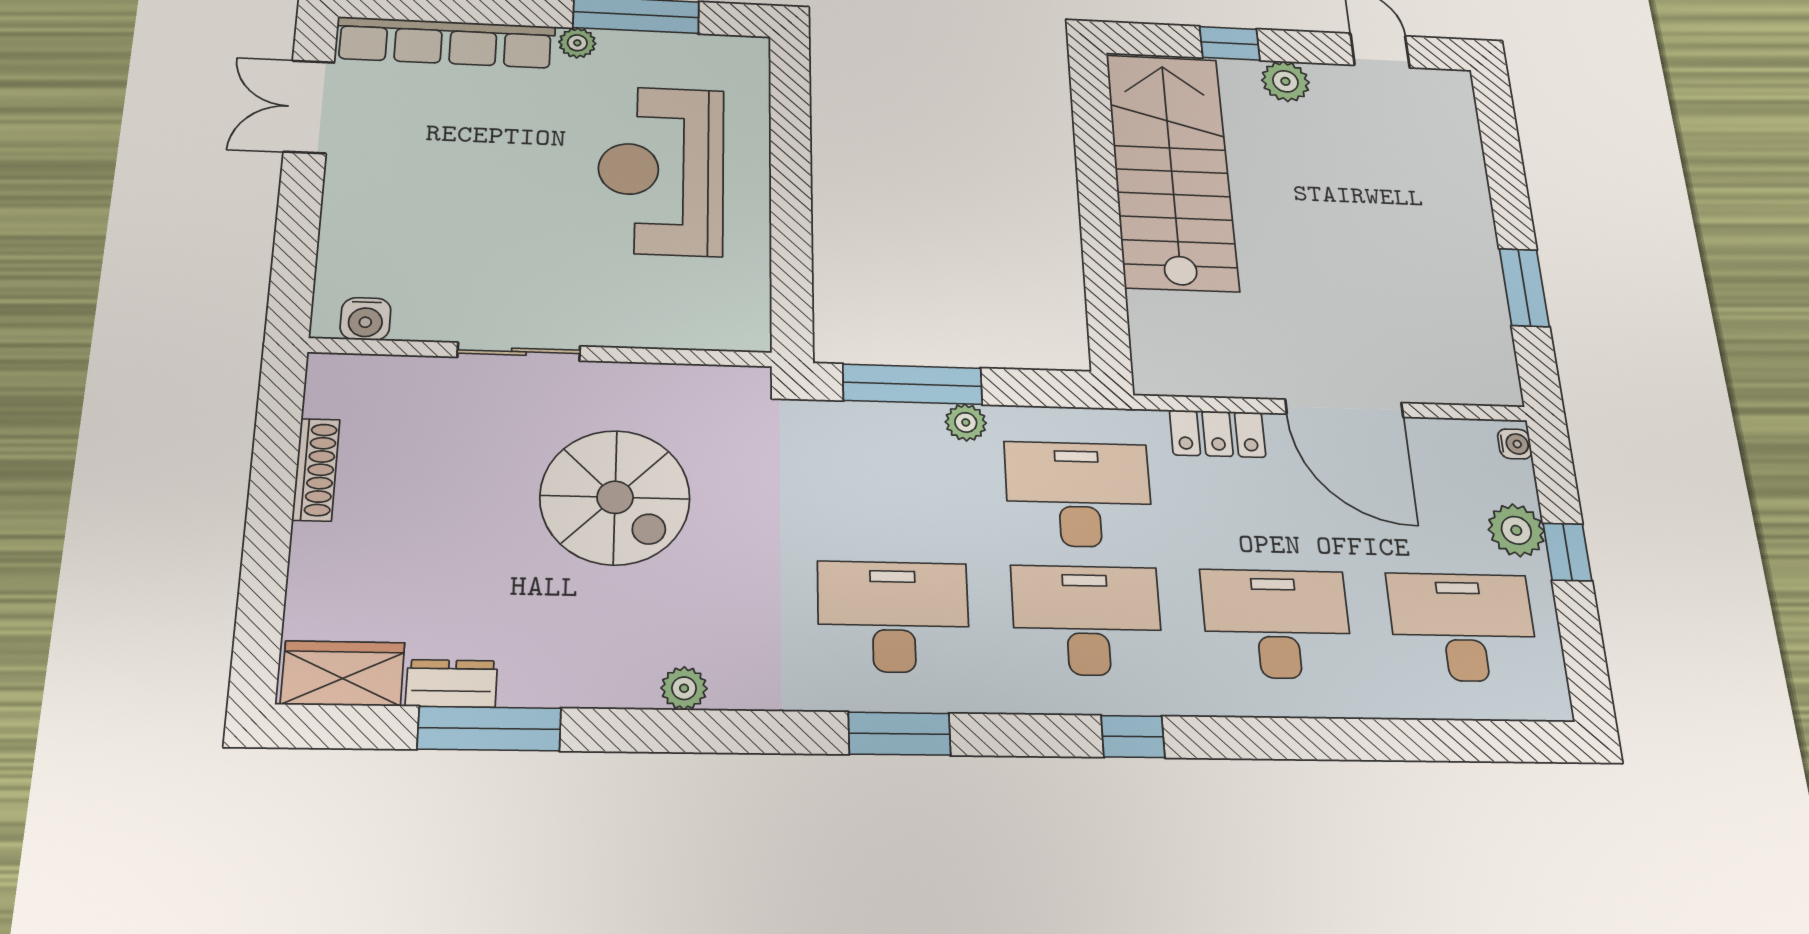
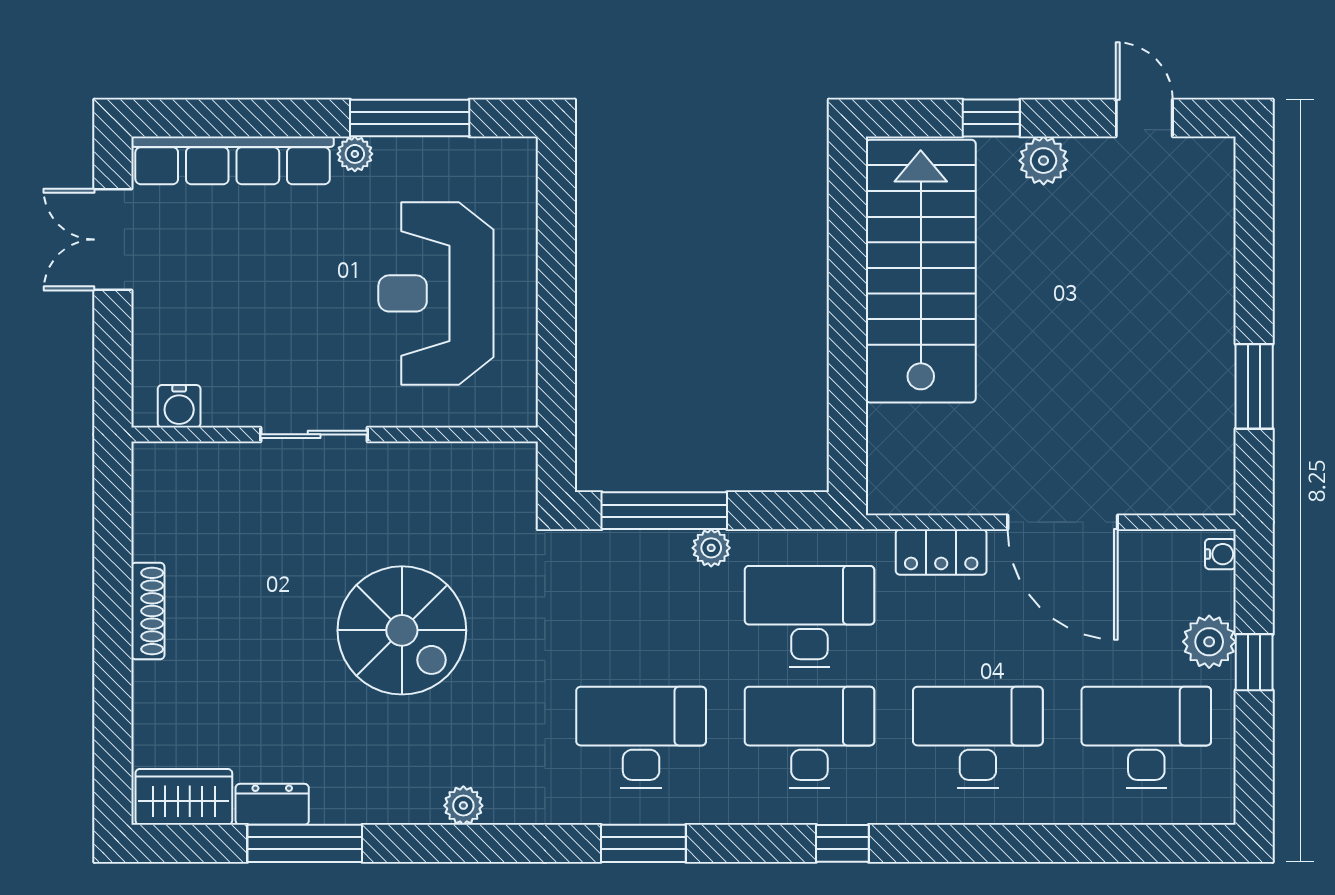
water cooler: (366, 319) -> (179, 406), moved
sliding door: (519, 352) -> (314, 434), moved
wall: (542, 352) -> (335, 434), moved

